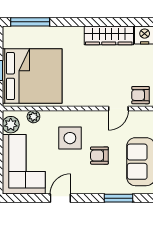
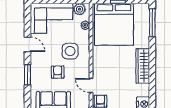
wardrobe: (109, 35) -> (143, 66), moved
window: (118, 198) -> (27, 75), moved

